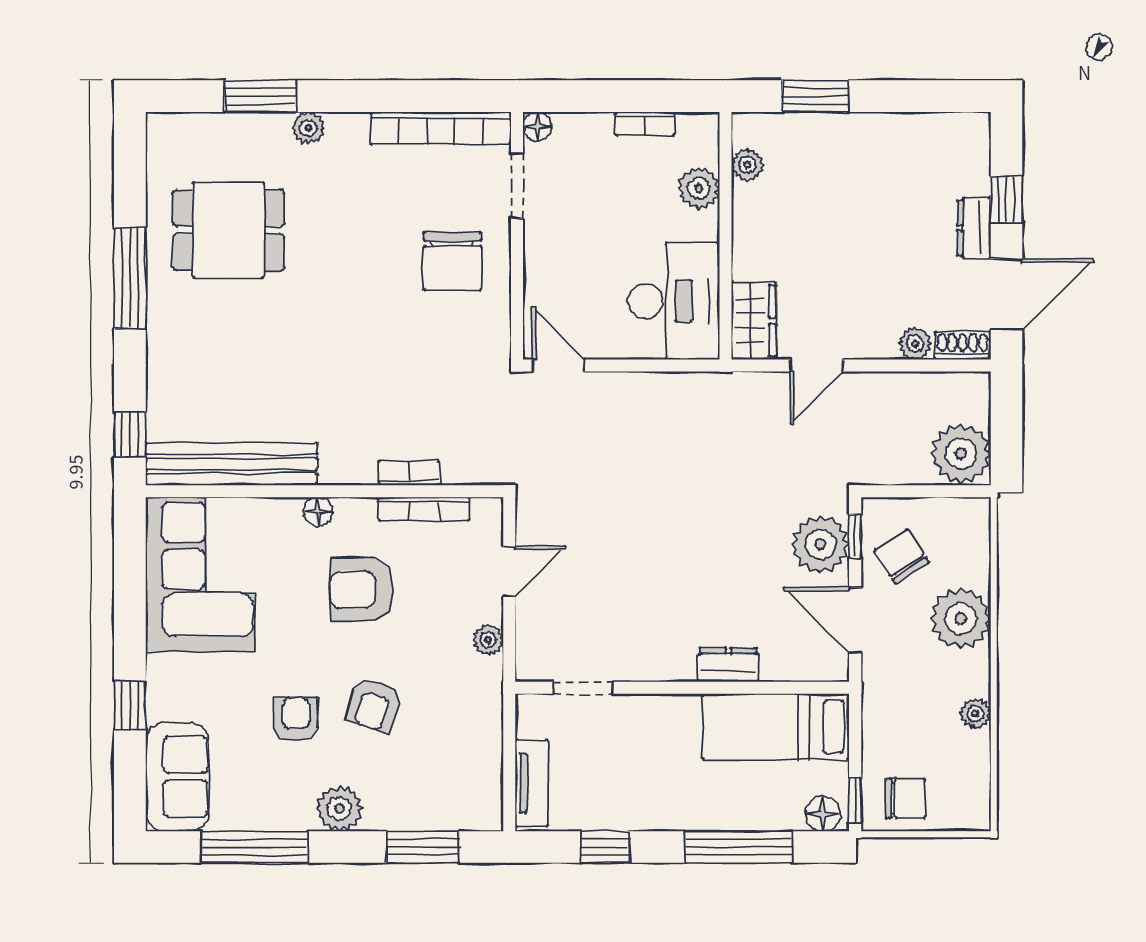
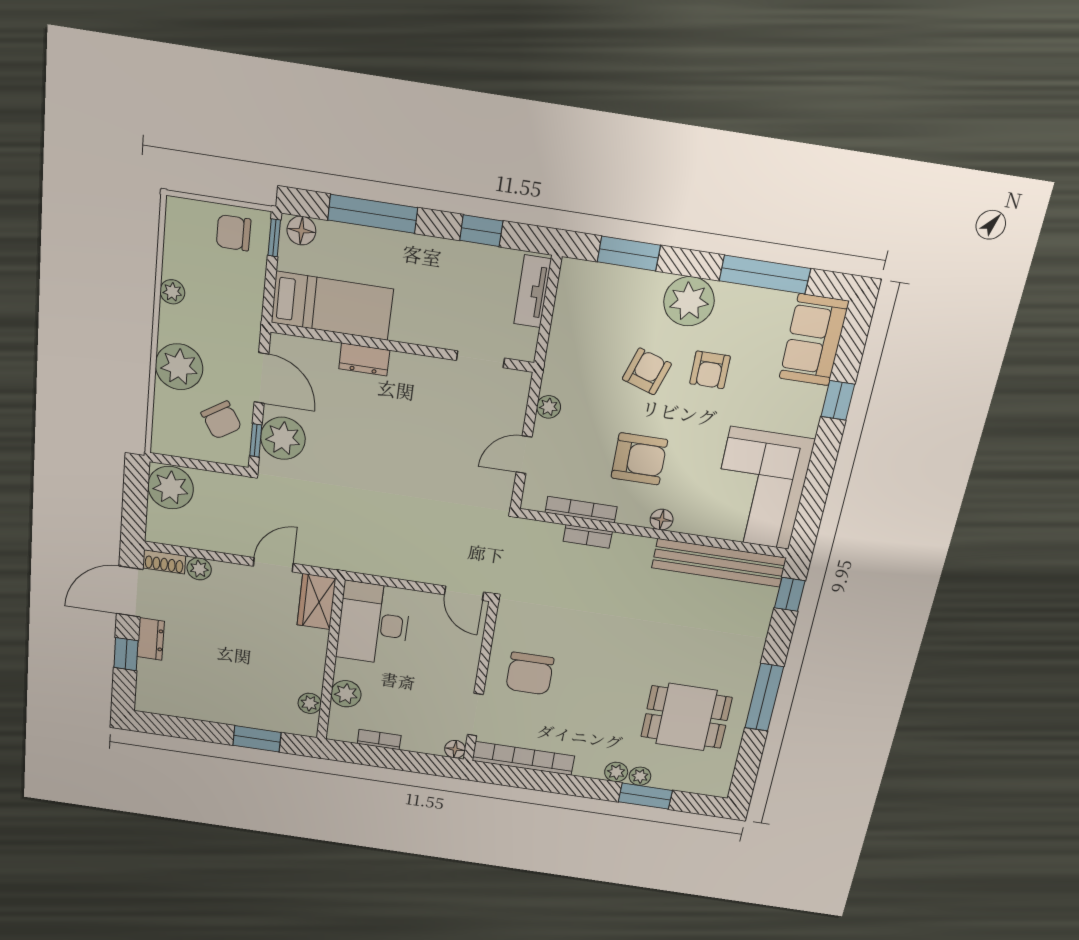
plant: (274, 127) -> (640, 776), added
chair: (452, 261) -> (530, 674), turned 180
plant: (339, 809) -> (689, 301), width x1.36, depth x1.36

